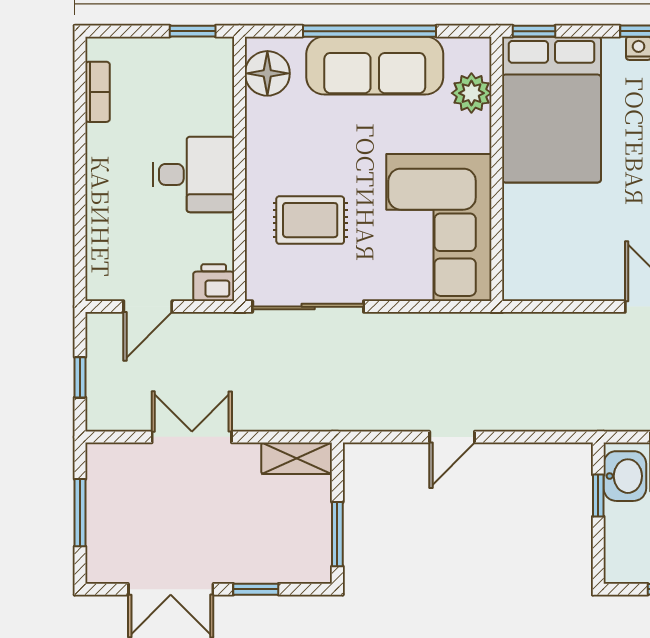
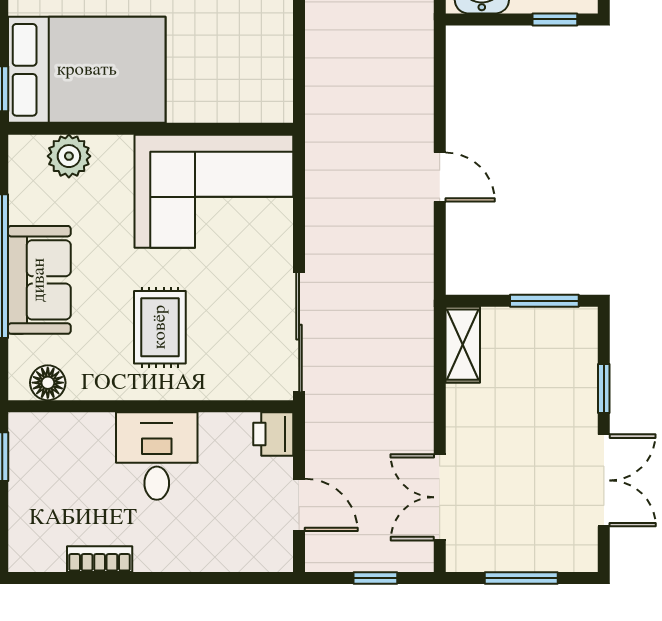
sofa: (375, 66) -> (39, 280), width x0.73
floor lamp: (267, 73) -> (48, 383), width x0.73, depth x0.73
bookcase: (98, 92) -> (100, 559), moved
rug: (310, 220) -> (160, 327), moved
double door: (192, 437) -> (440, 497), moved
window: (598, 496) -> (555, 19), moved

